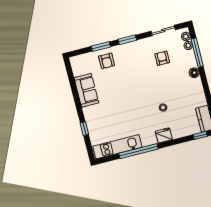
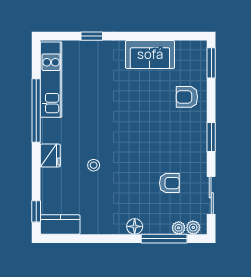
window: (101, 47) -> (211, 63), moved

